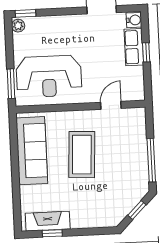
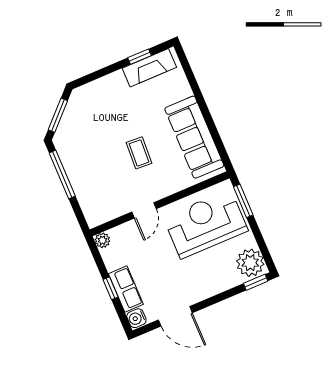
plant: (18, 26) -> (250, 263), width x1.87, depth x1.87
plant: (138, 94) -> (102, 240), added
door: (111, 105) -> (144, 210), moved
coffee table: (82, 155) -> (139, 153), width x0.54, depth x0.58
window: (137, 210) -> (58, 115), width x1.50

